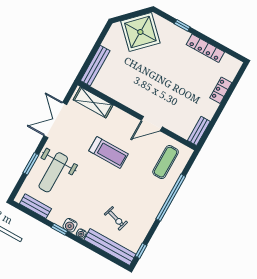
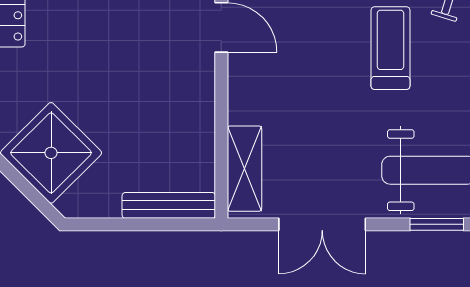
treadmill: (108, 152) -> (390, 48), moved

